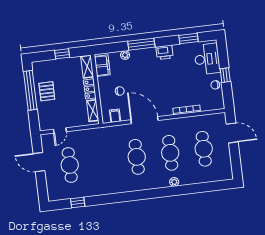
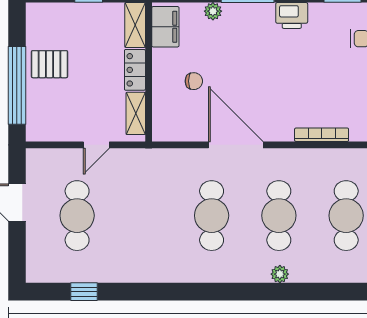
window: (30, 90) -> (17, 85), moved
pallet: (47, 91) -> (49, 64), turned 90
filing cabinet: (115, 116) -> (179, 129), removed
door: (60, 130) -> (96, 145), moved

